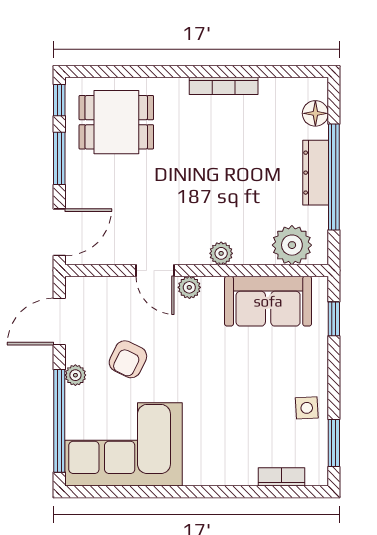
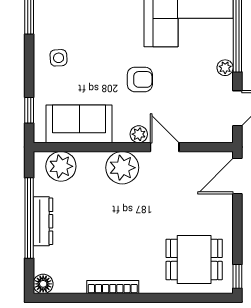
floor lamp: (315, 113) -> (43, 284), moved
window: (59, 158) -> (237, 232), removed
plant: (221, 253) -> (122, 168), width x1.87, depth x1.87
armchair: (128, 359) -> (140, 79), moved, turned 64
side table: (307, 408) -> (59, 58), moved

